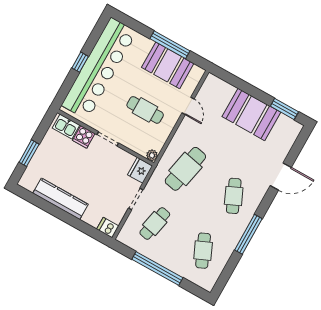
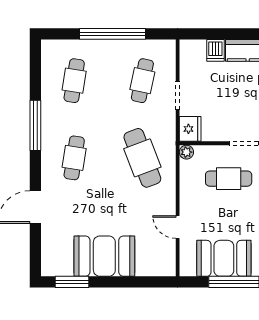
cafe table: (145, 110) -> (229, 179), moved
cafe table: (185, 169) -> (142, 158), turned -33
cafe table: (234, 196) -> (74, 158), turned 33
dishwasher: (108, 228) -> (215, 50), moved, turned 90
cafe table: (203, 251) -> (74, 81), turned 33

